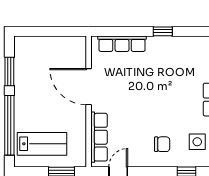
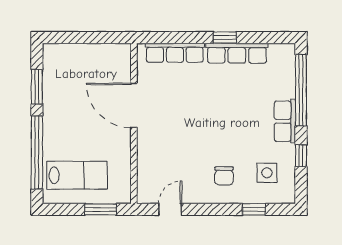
row of seats: (99, 137) -> (237, 53), moved, turned 90
chair: (162, 144) -> (224, 176), turned 90

